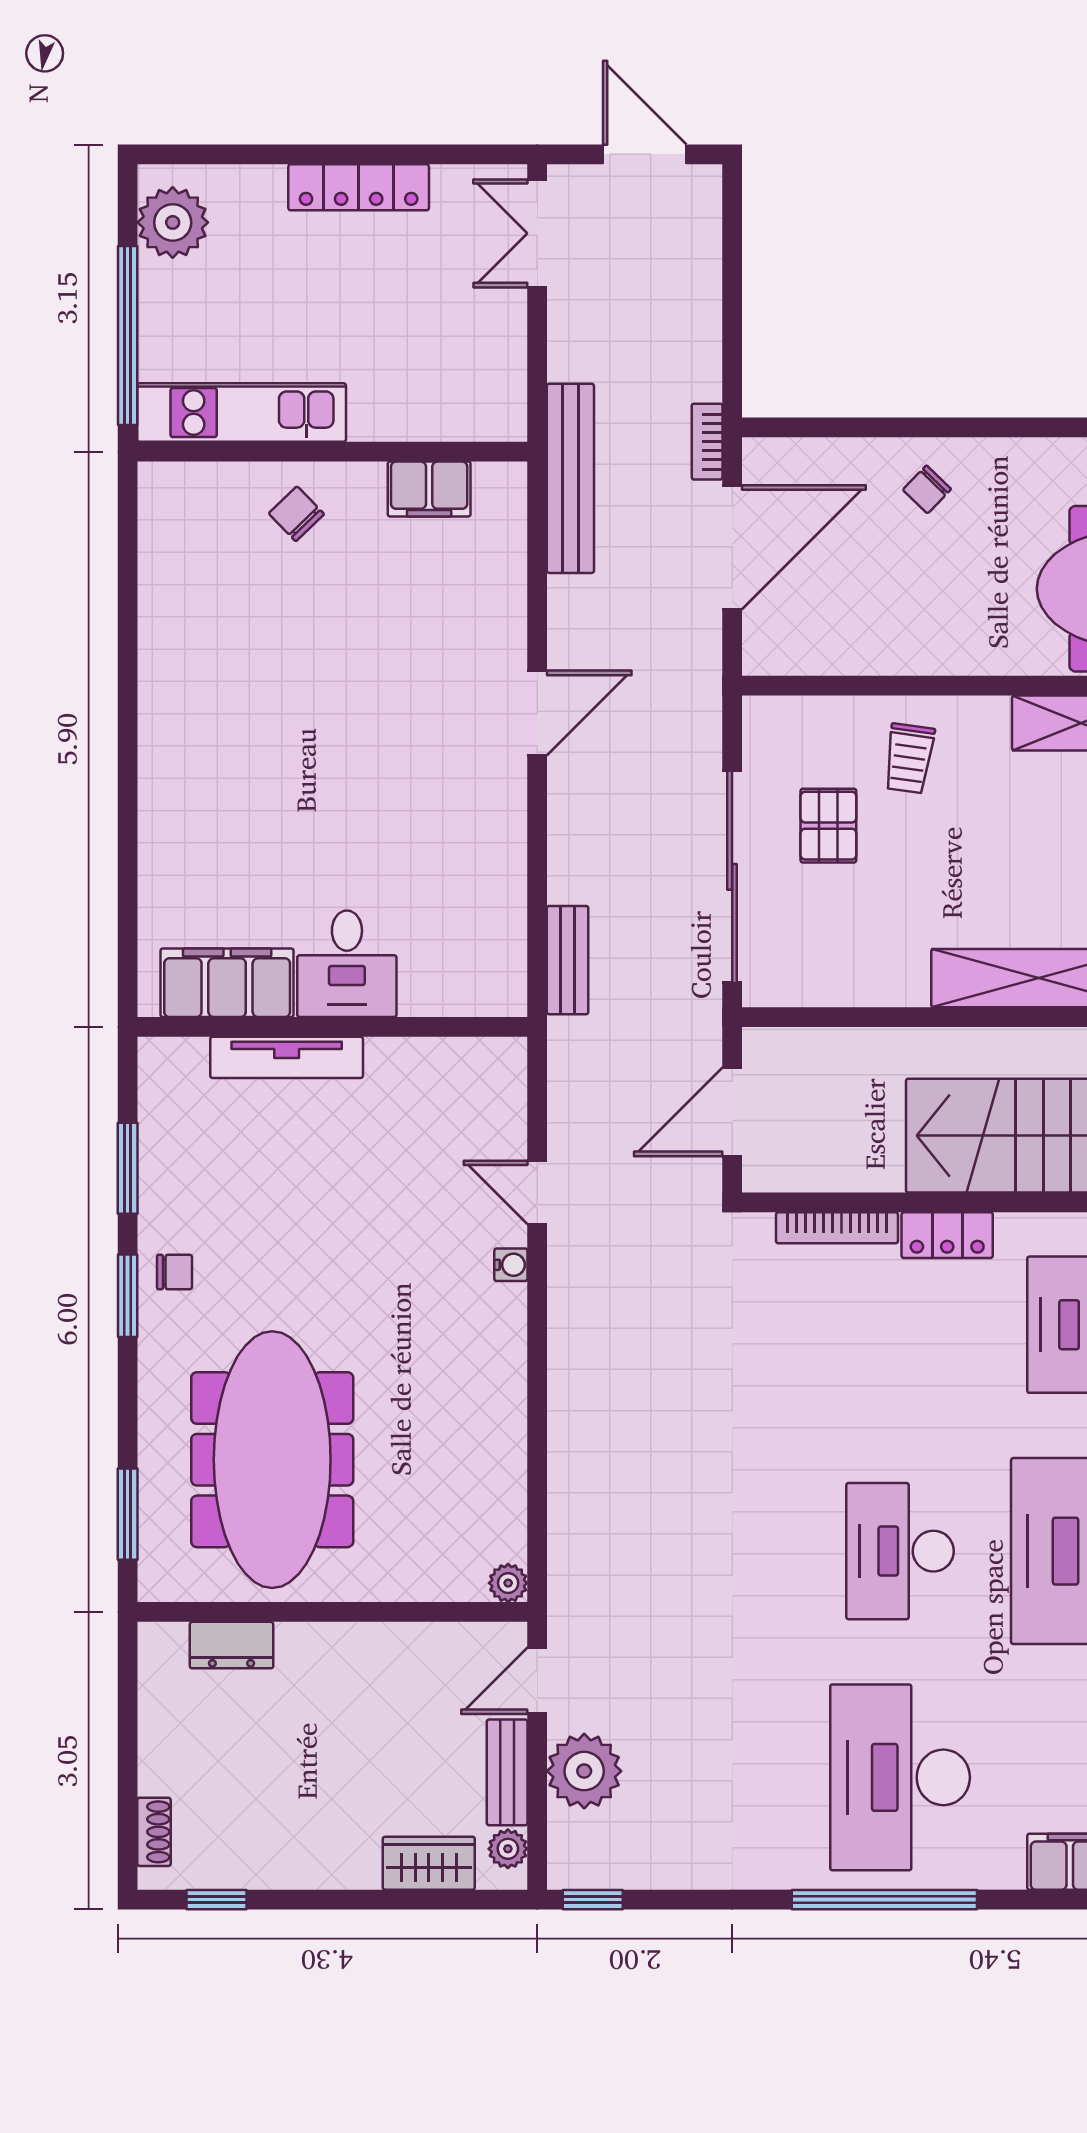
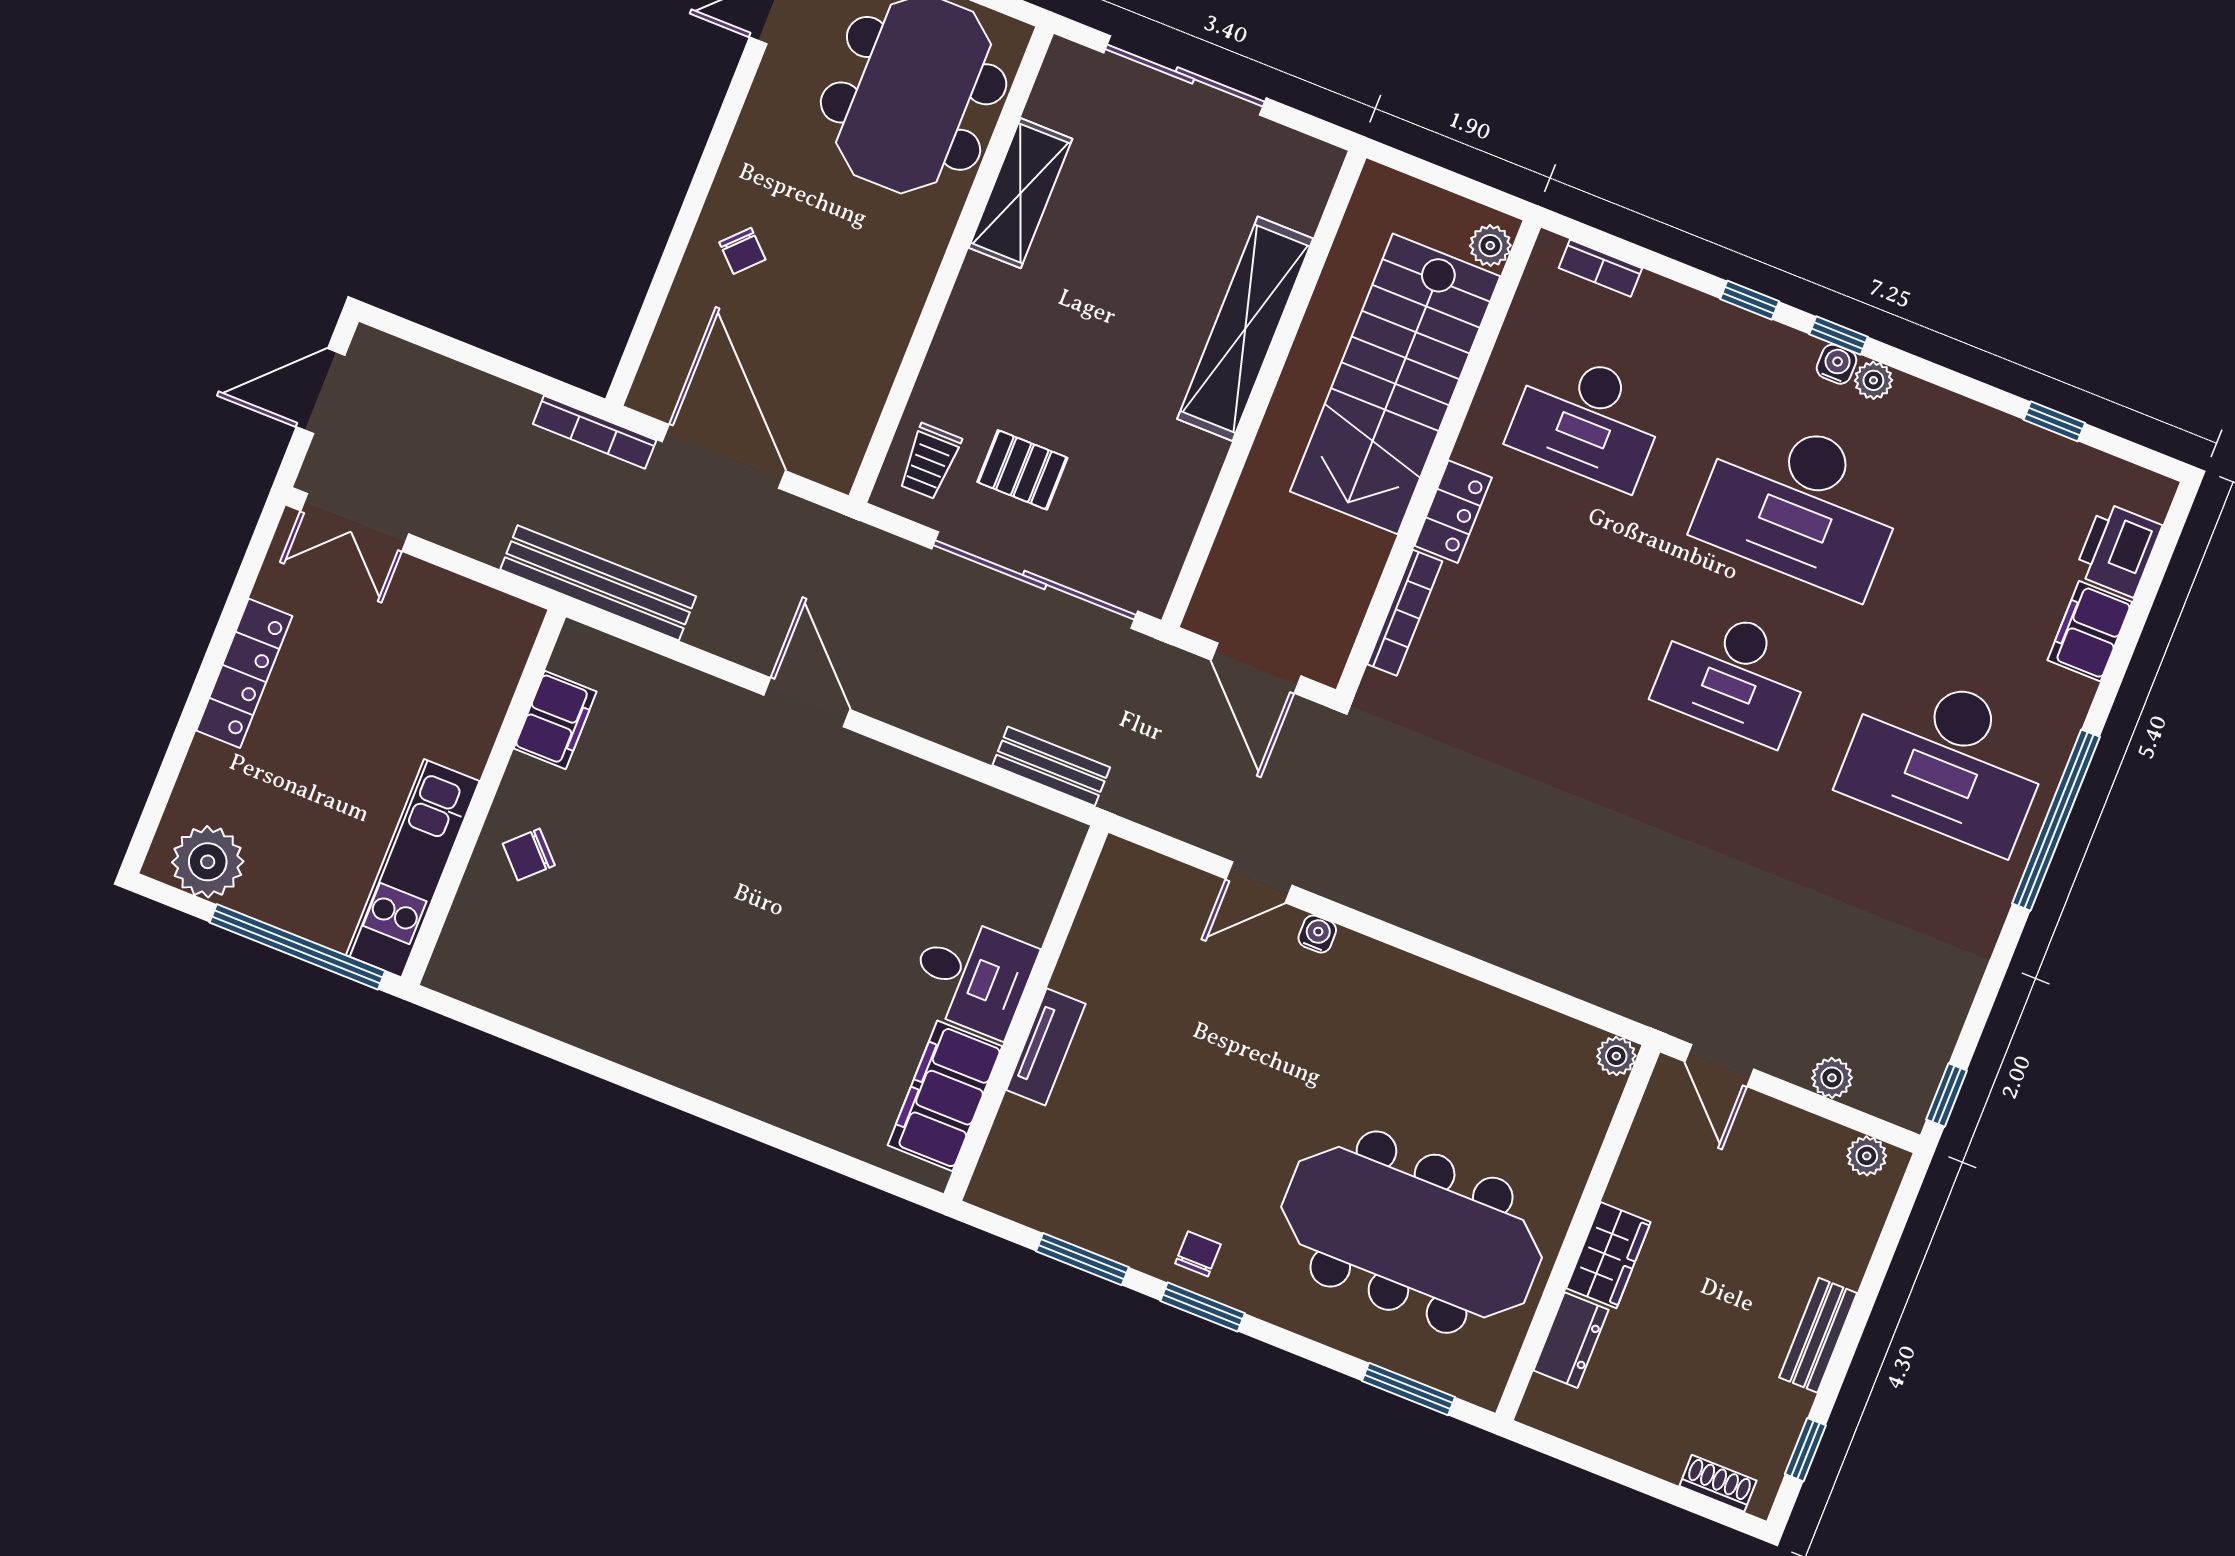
bookcase: (707, 442) -> (595, 432), width x1.56
trolley: (909, 758) -> (930, 461), moved, turned 82
tv unit: (287, 1057) -> (1046, 1047), width x0.71
plant: (584, 1771) -> (1832, 1078), width x0.53, depth x0.53
bench: (507, 1772) -> (1818, 1335), moved, turned 90
wardrobe: (429, 1863) -> (1608, 1255), moved, turned 180

